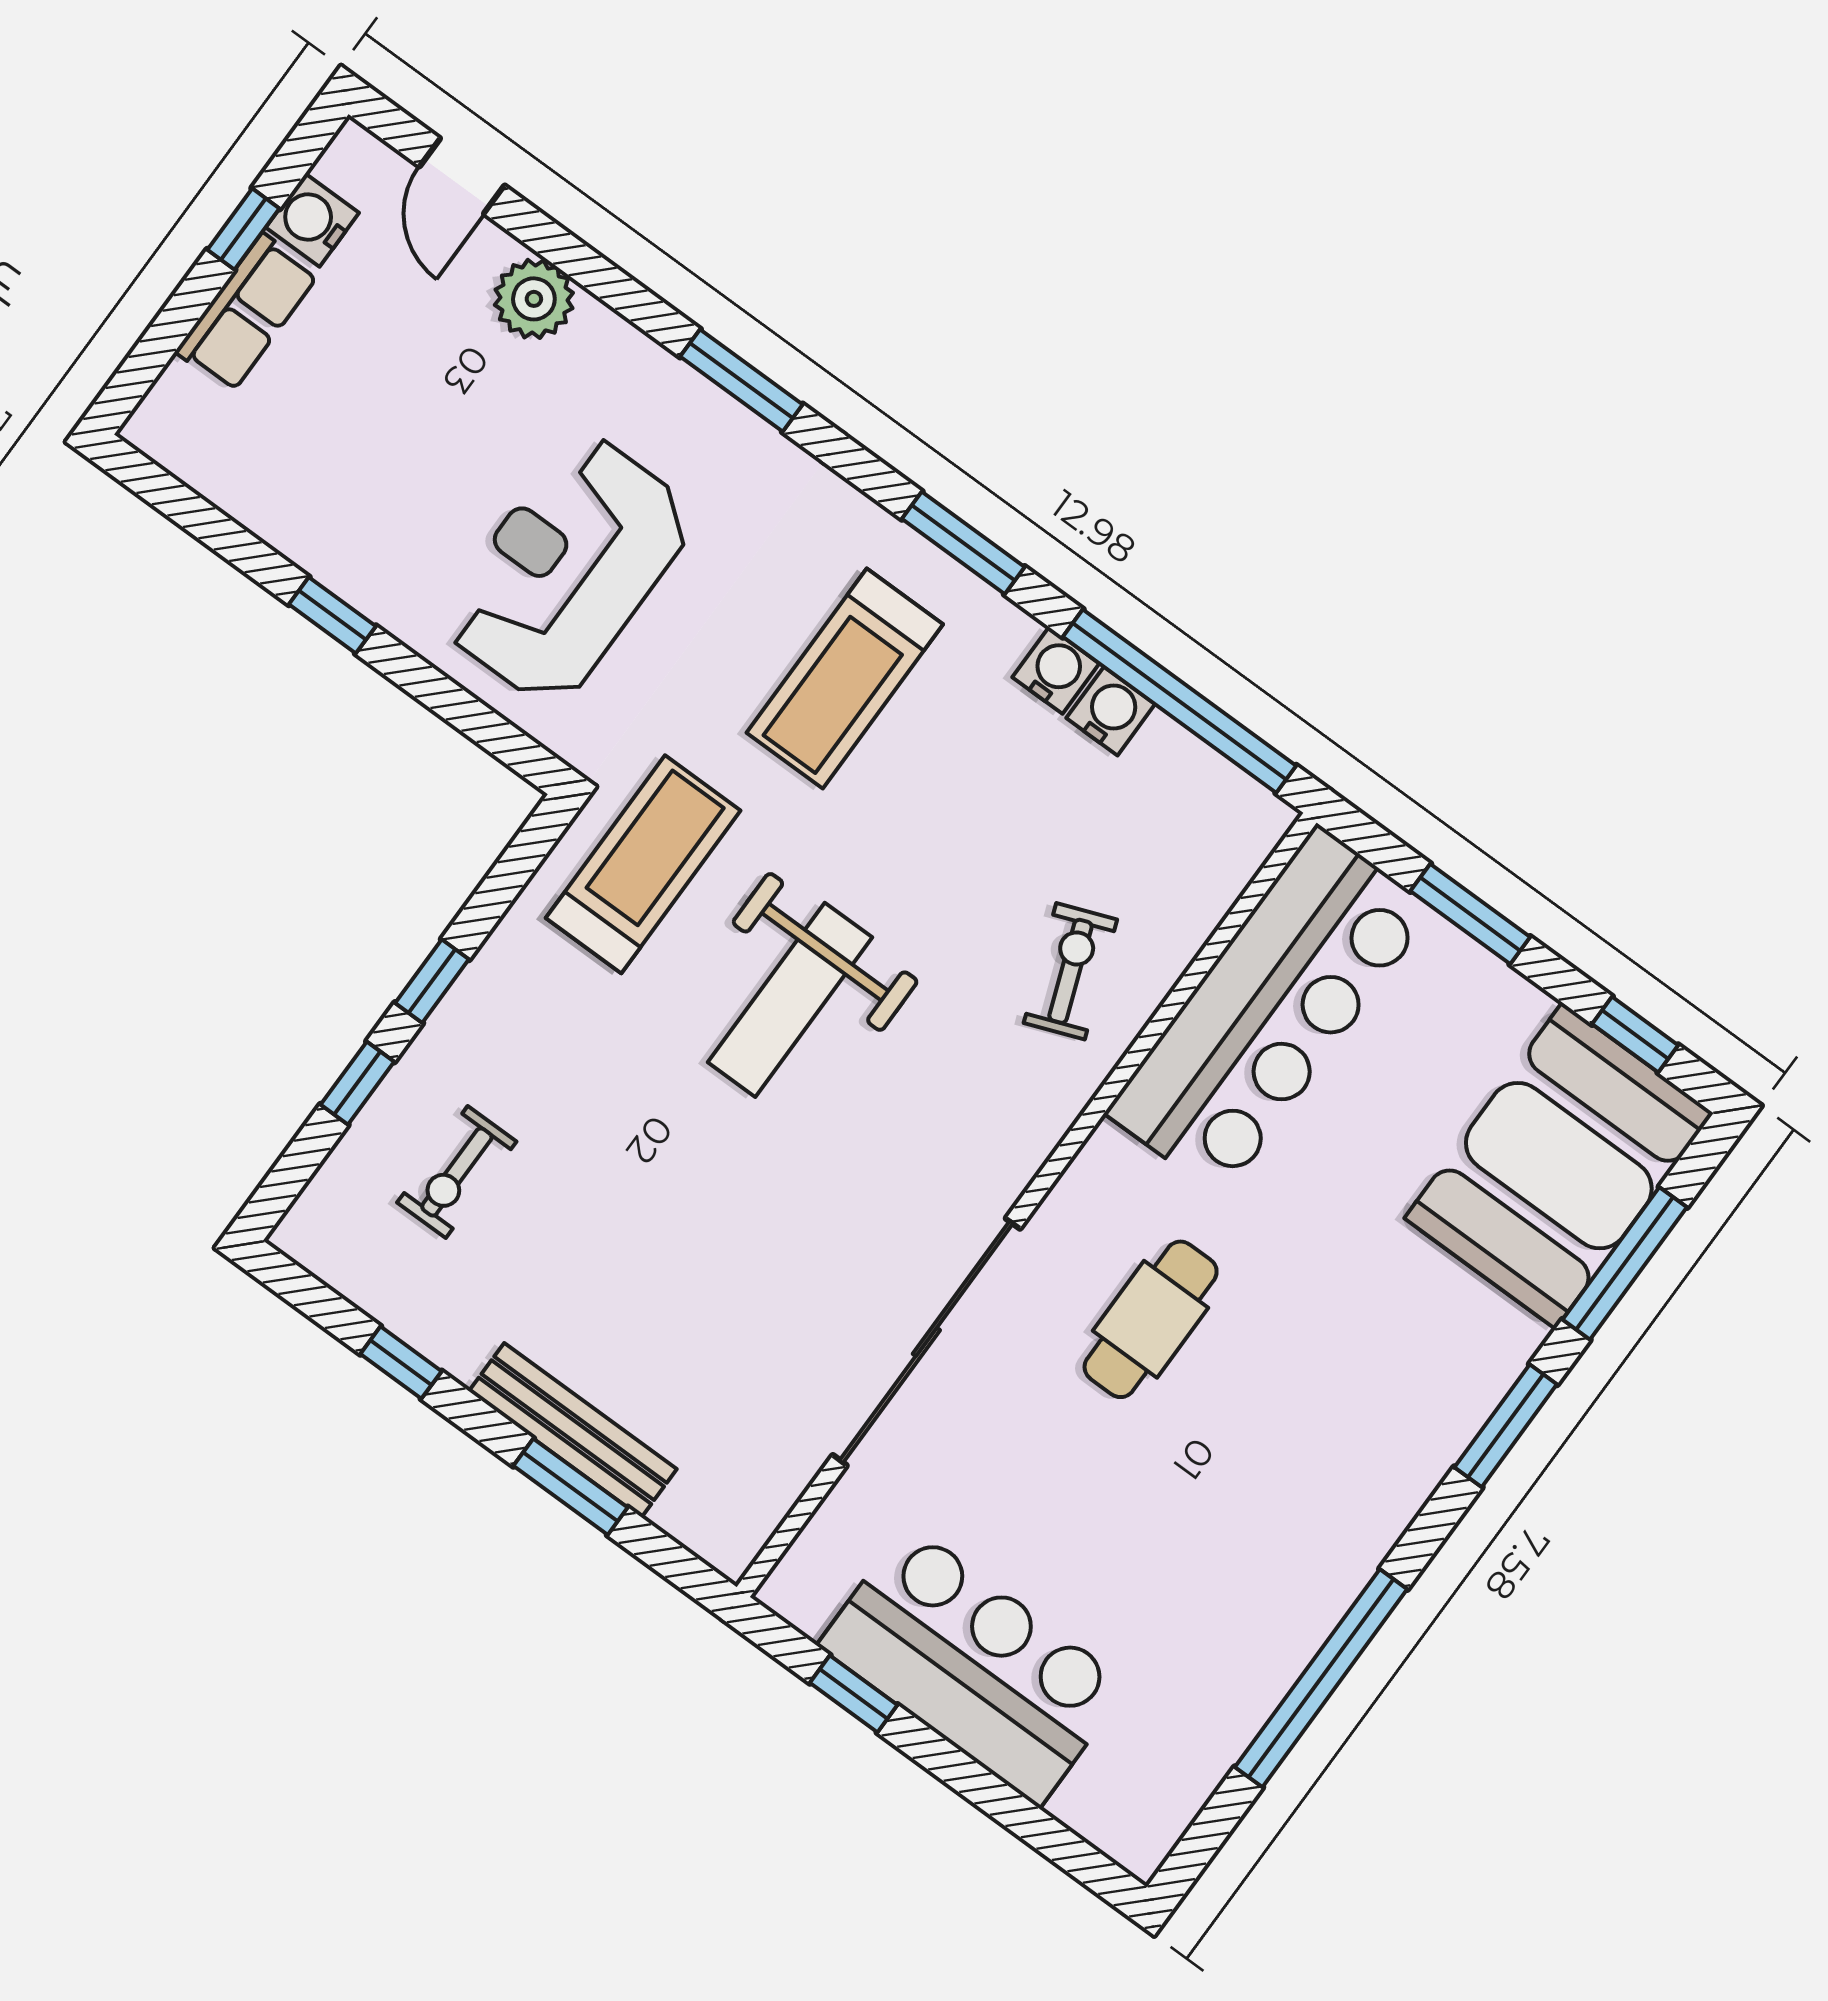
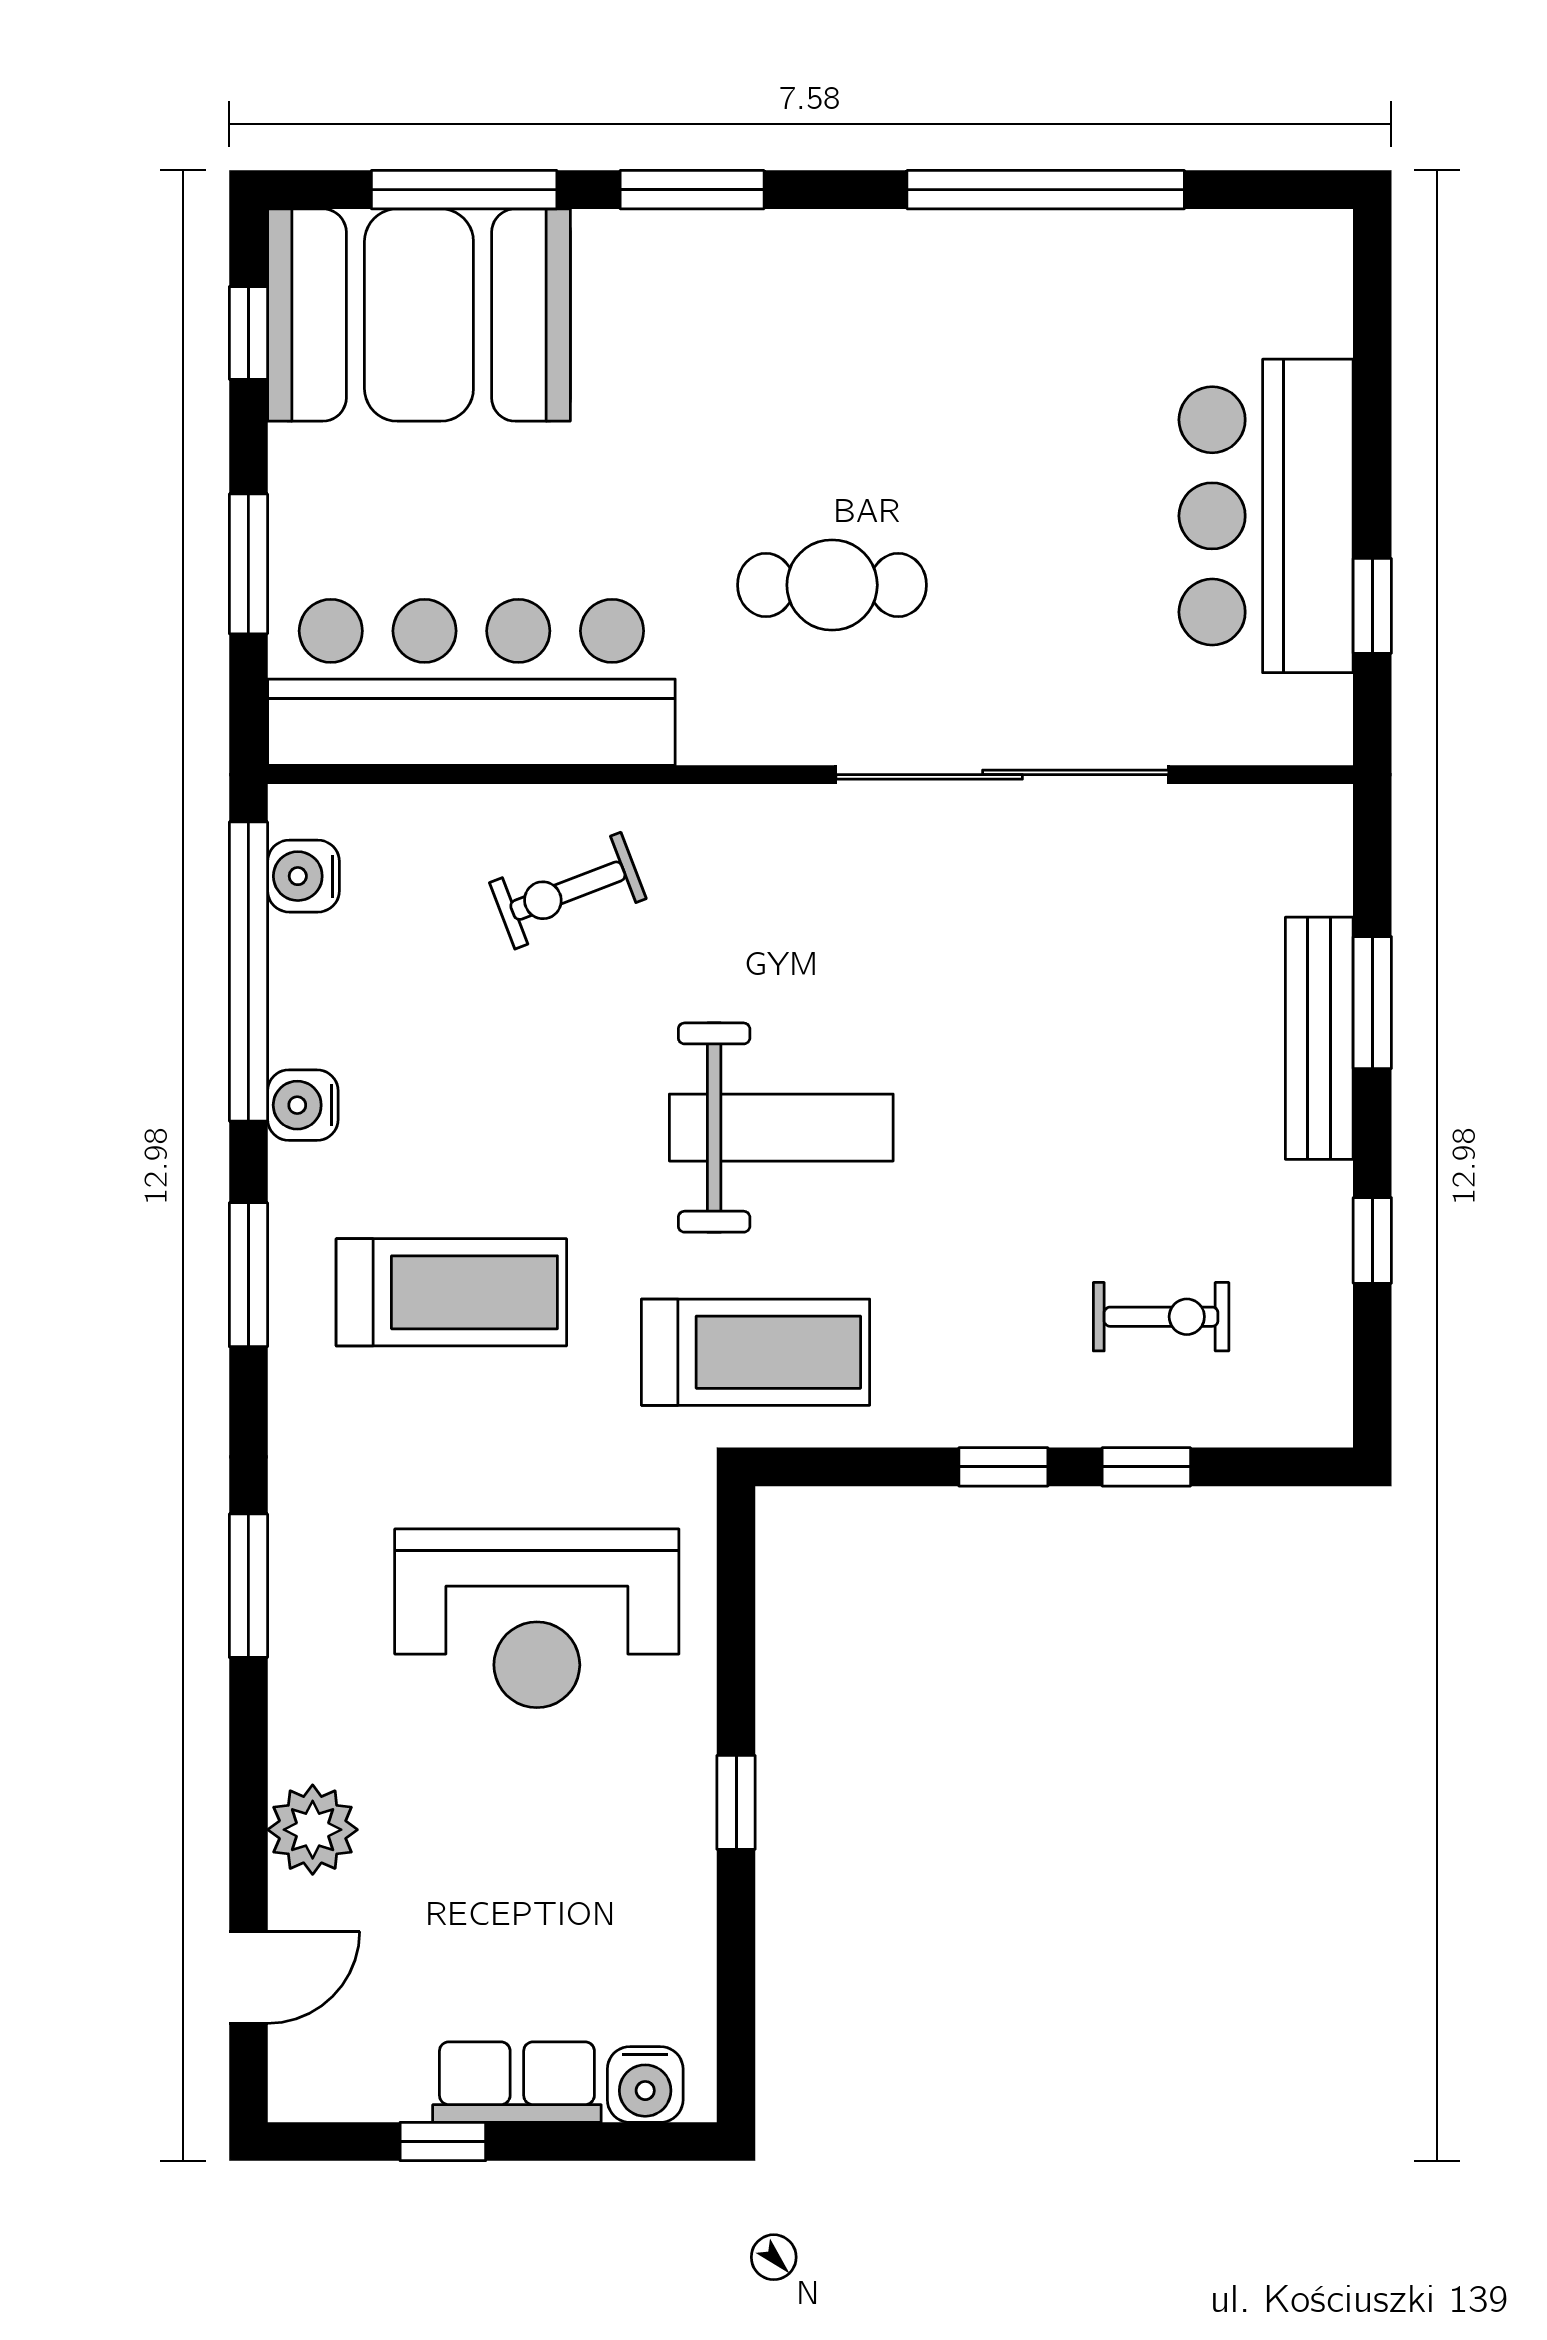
water cooler: (312, 220) -> (645, 2084), moved
water cooler: (1111, 711) -> (304, 876), moved
treadmill: (643, 864) -> (756, 1352), turned 180

